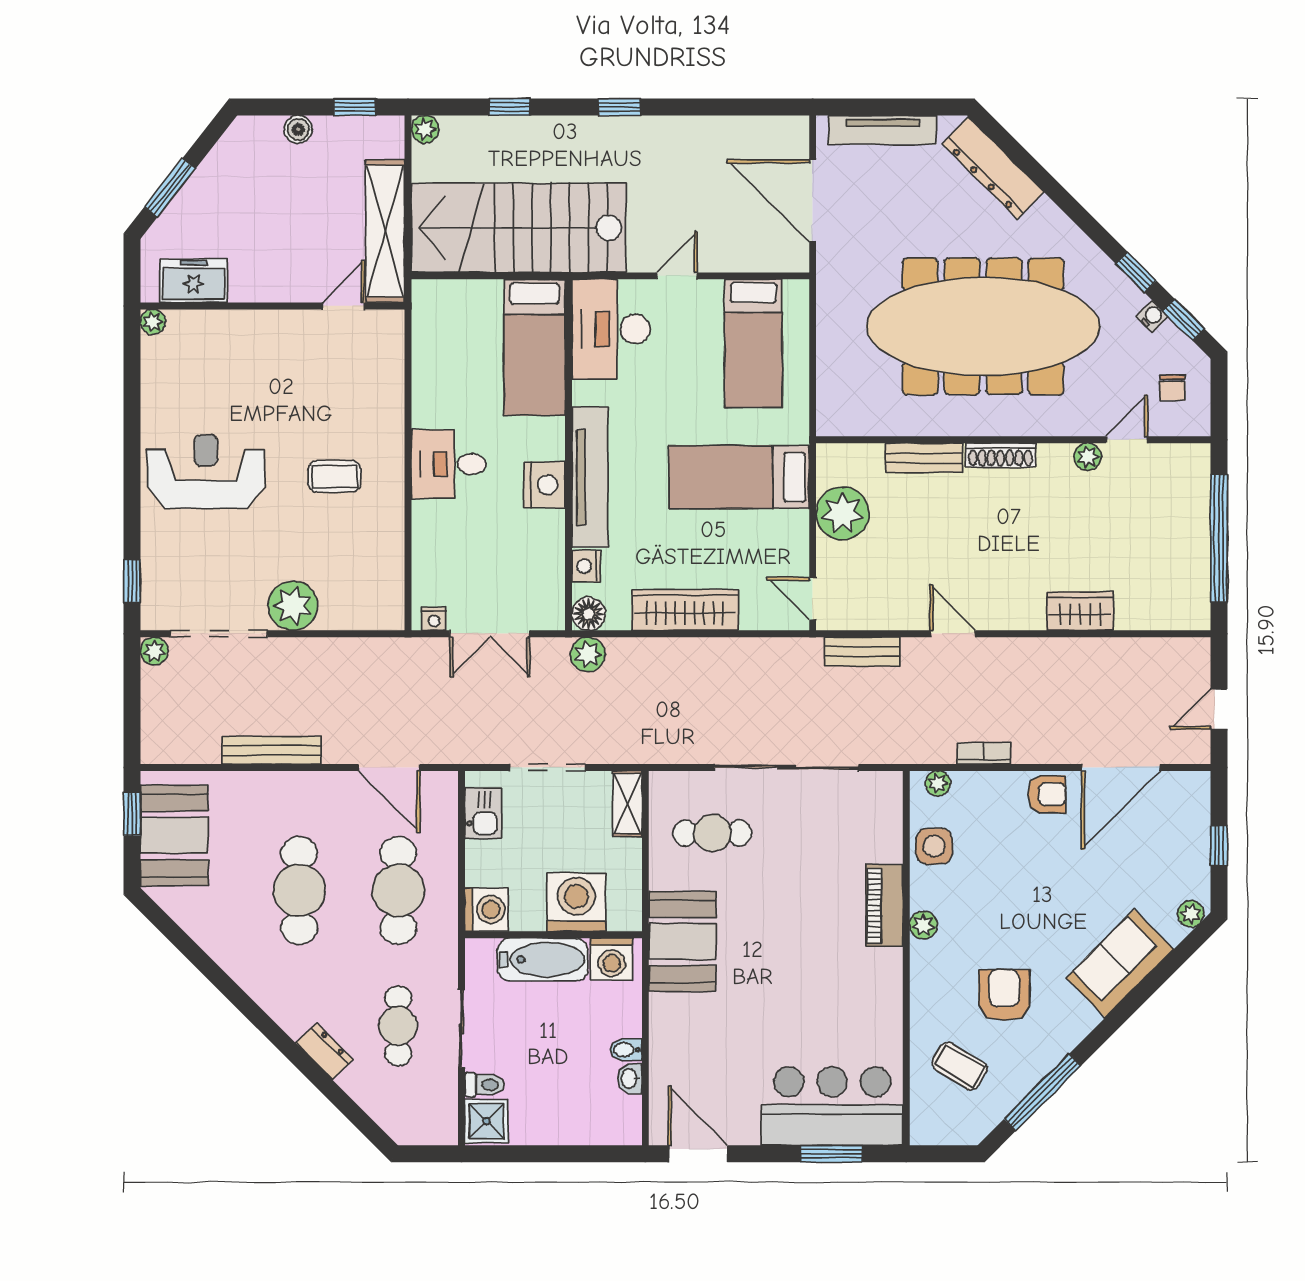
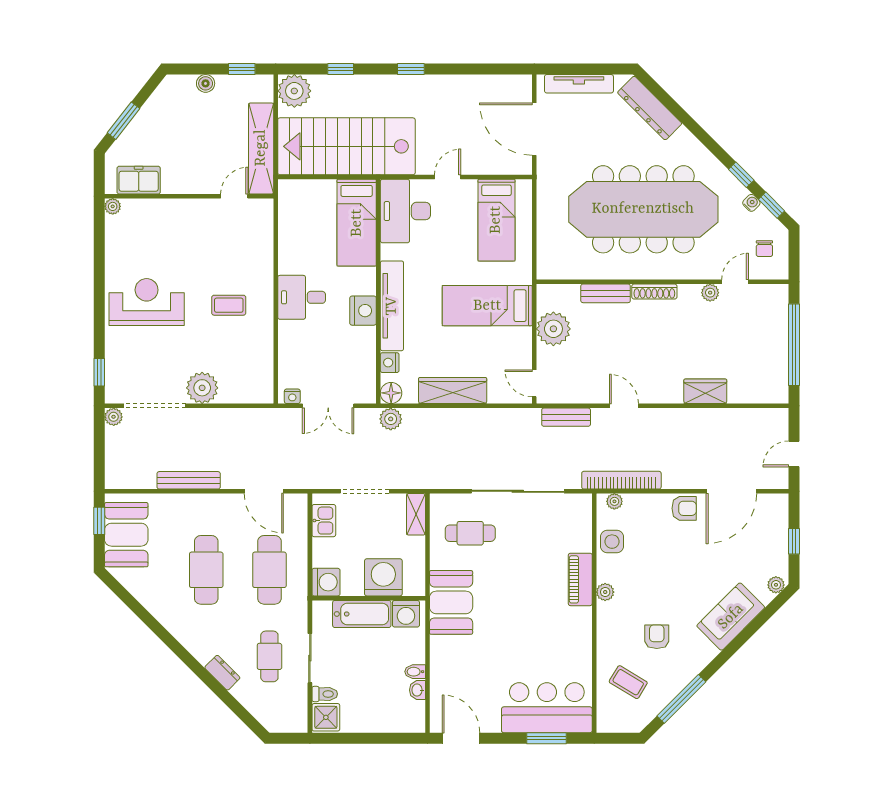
plant: (425, 129) -> (294, 91), width x1.87, depth x1.87
bookcase: (984, 753) -> (621, 480), width x2.31, depth x1.31
armchair: (1004, 995) -> (657, 637), width x0.72, depth x0.72

